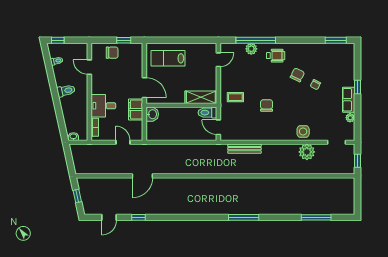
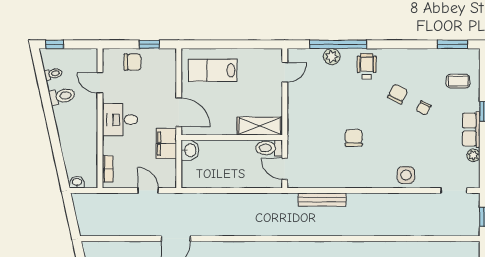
wheelchair: (276, 56) -> (367, 66), turned -90
toilet: (66, 91) -> (62, 96), moved
coffee table: (235, 97) -> (458, 81), moved
desk: (103, 106) -> (120, 120), moved
plant: (307, 152) -> (411, 204), removed

